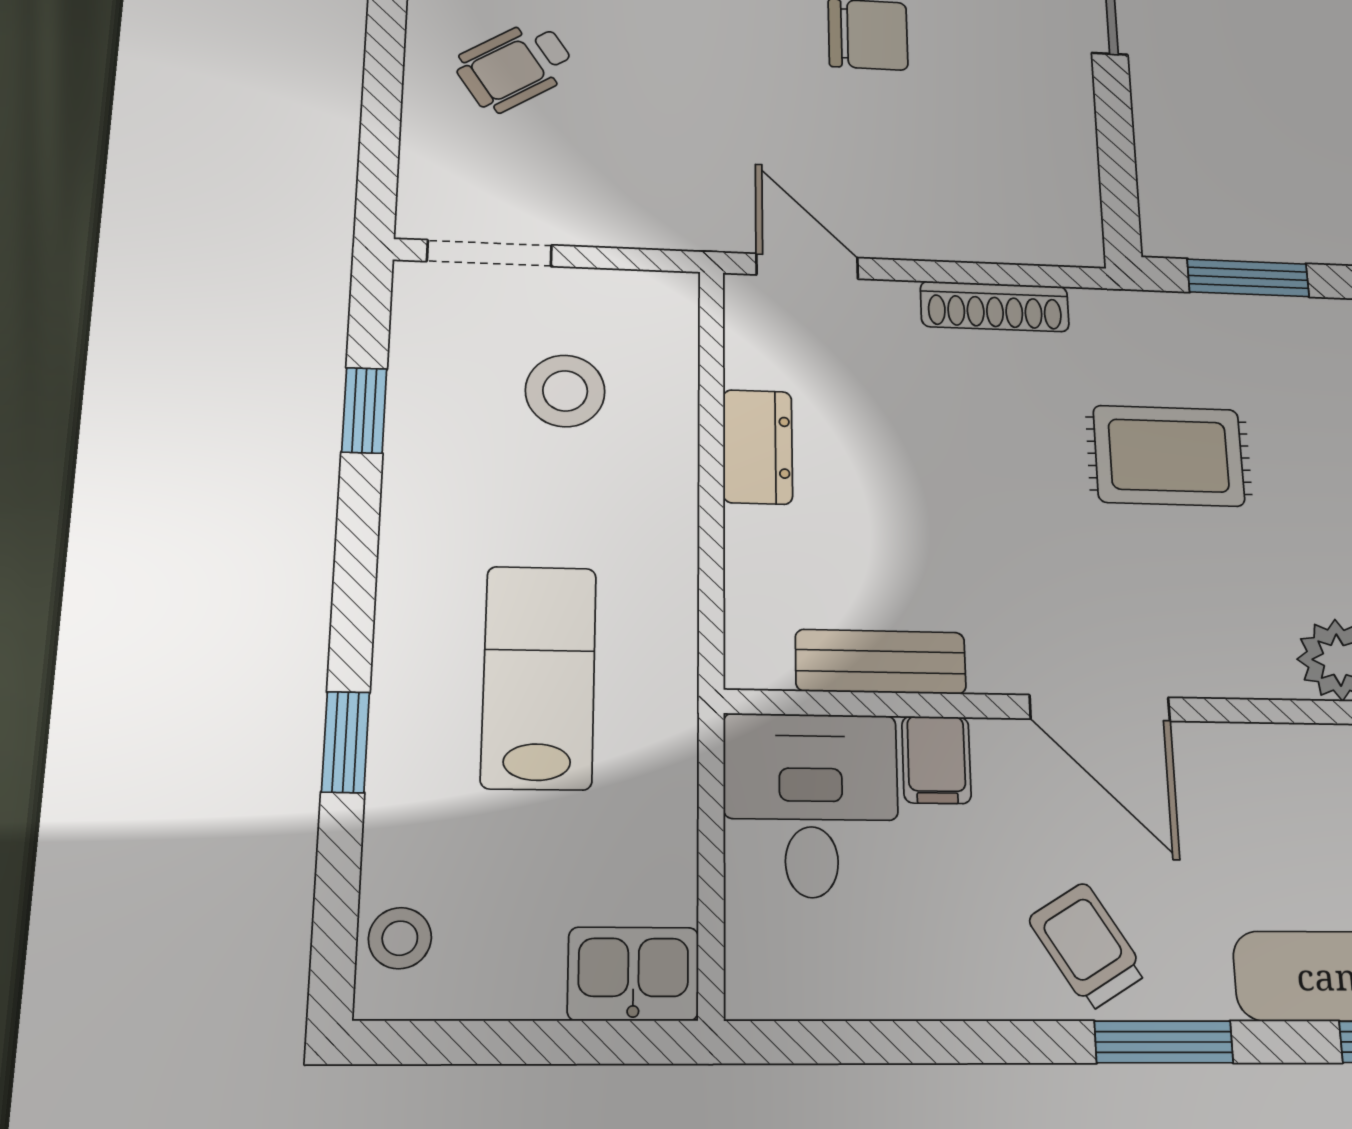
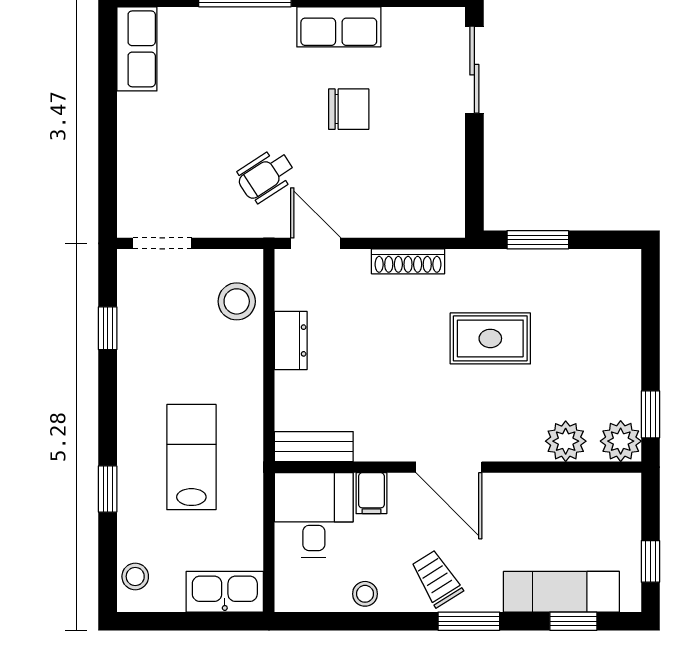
wheelchair: (515, 66) -> (266, 176), moved
stool: (565, 391) -> (237, 301), moved
bench: (881, 662) -> (314, 447), moved
kitchen sink: (633, 974) -> (225, 592), width x1.38
stool: (929, 980) -> (365, 594), added

